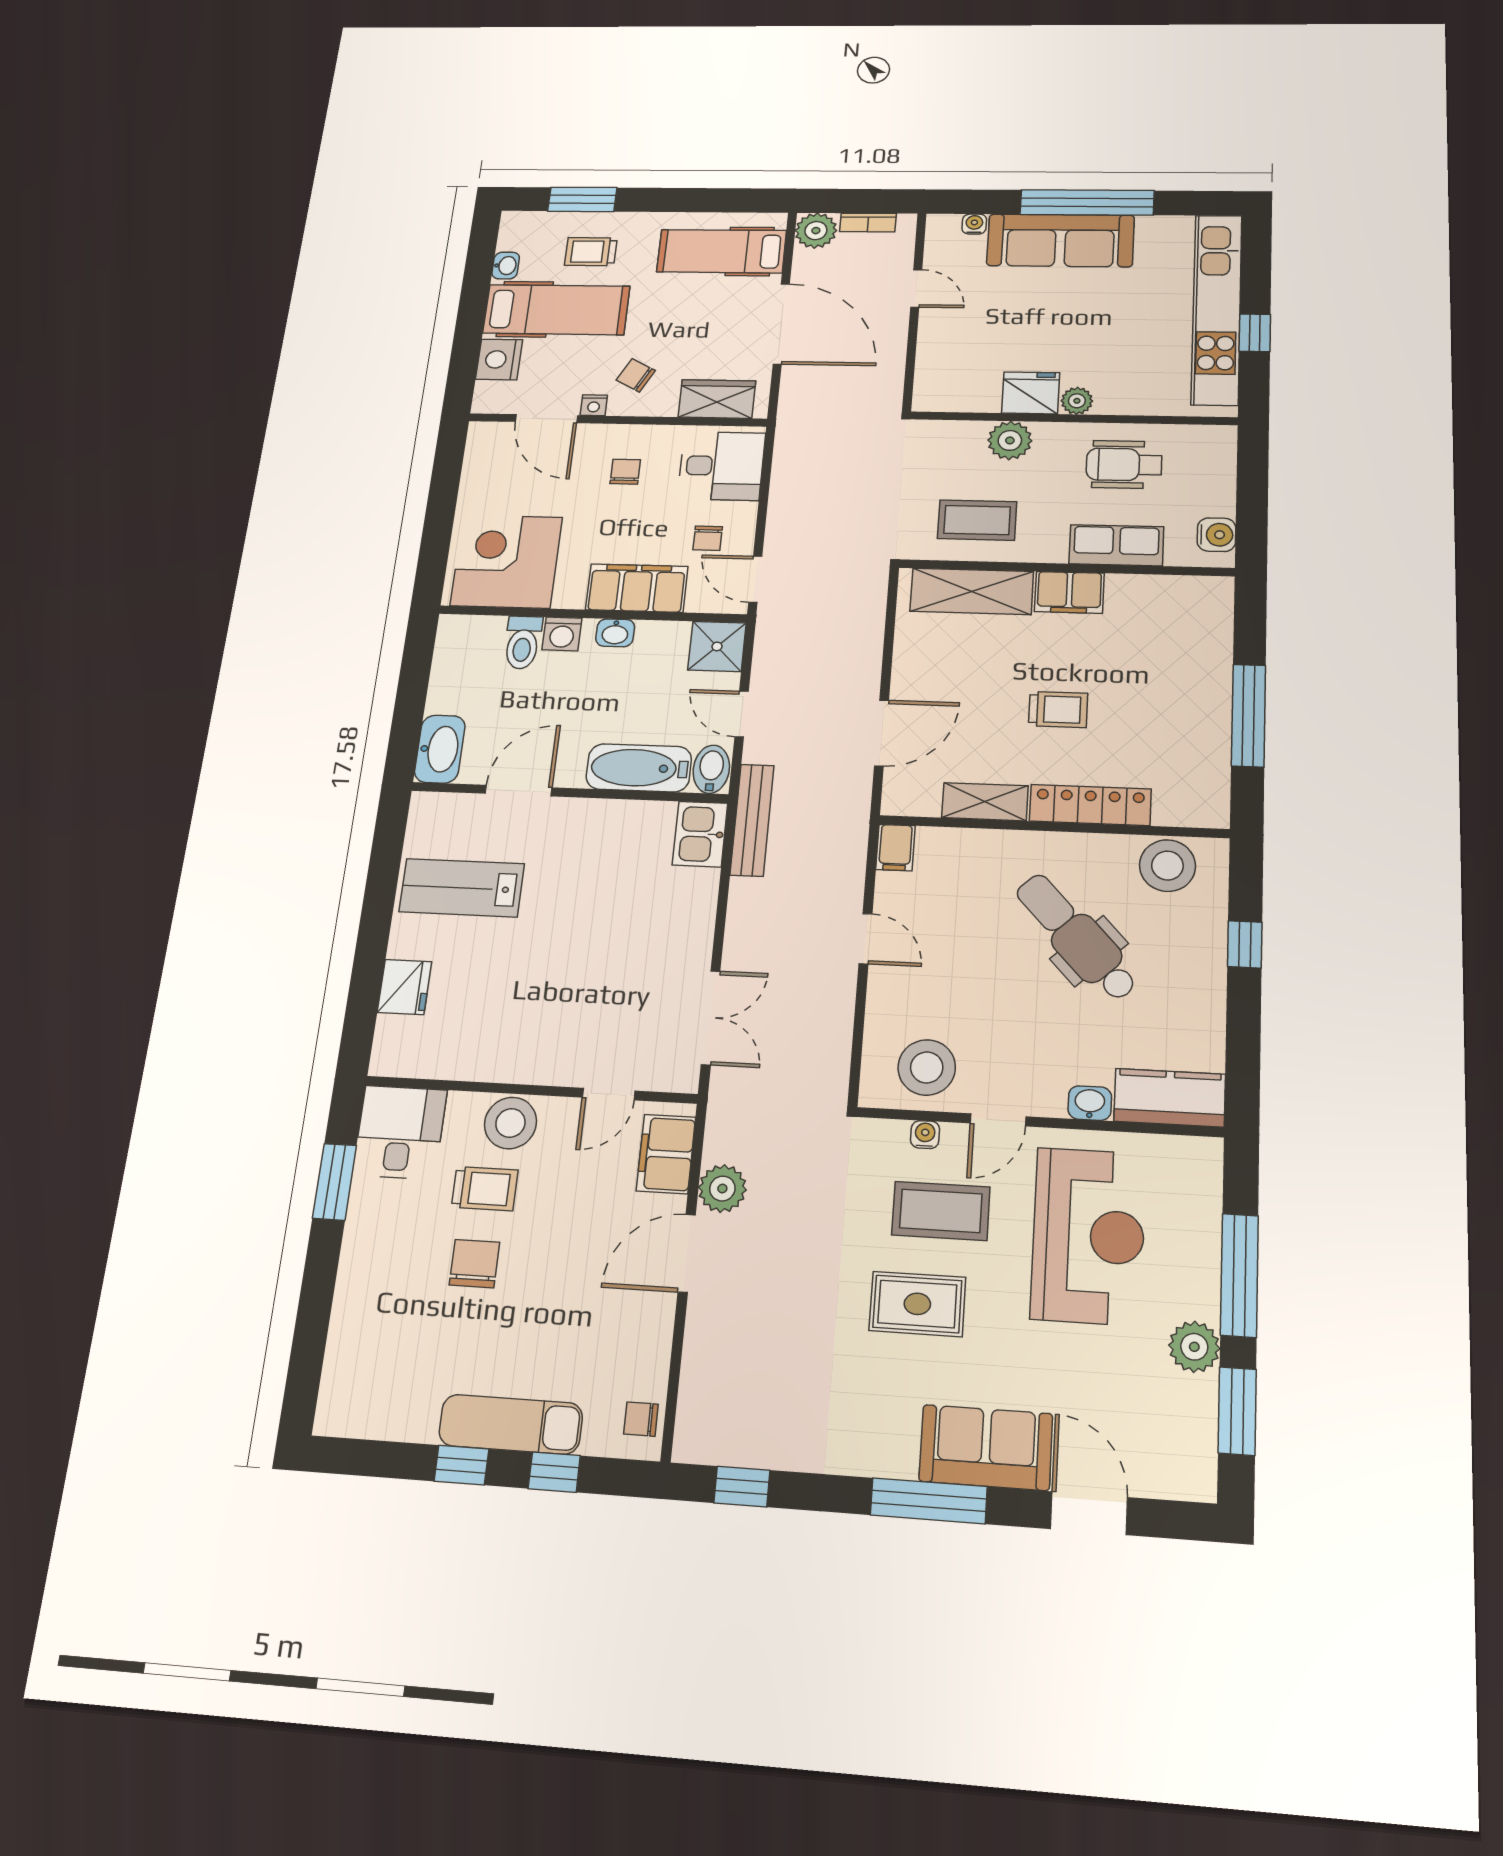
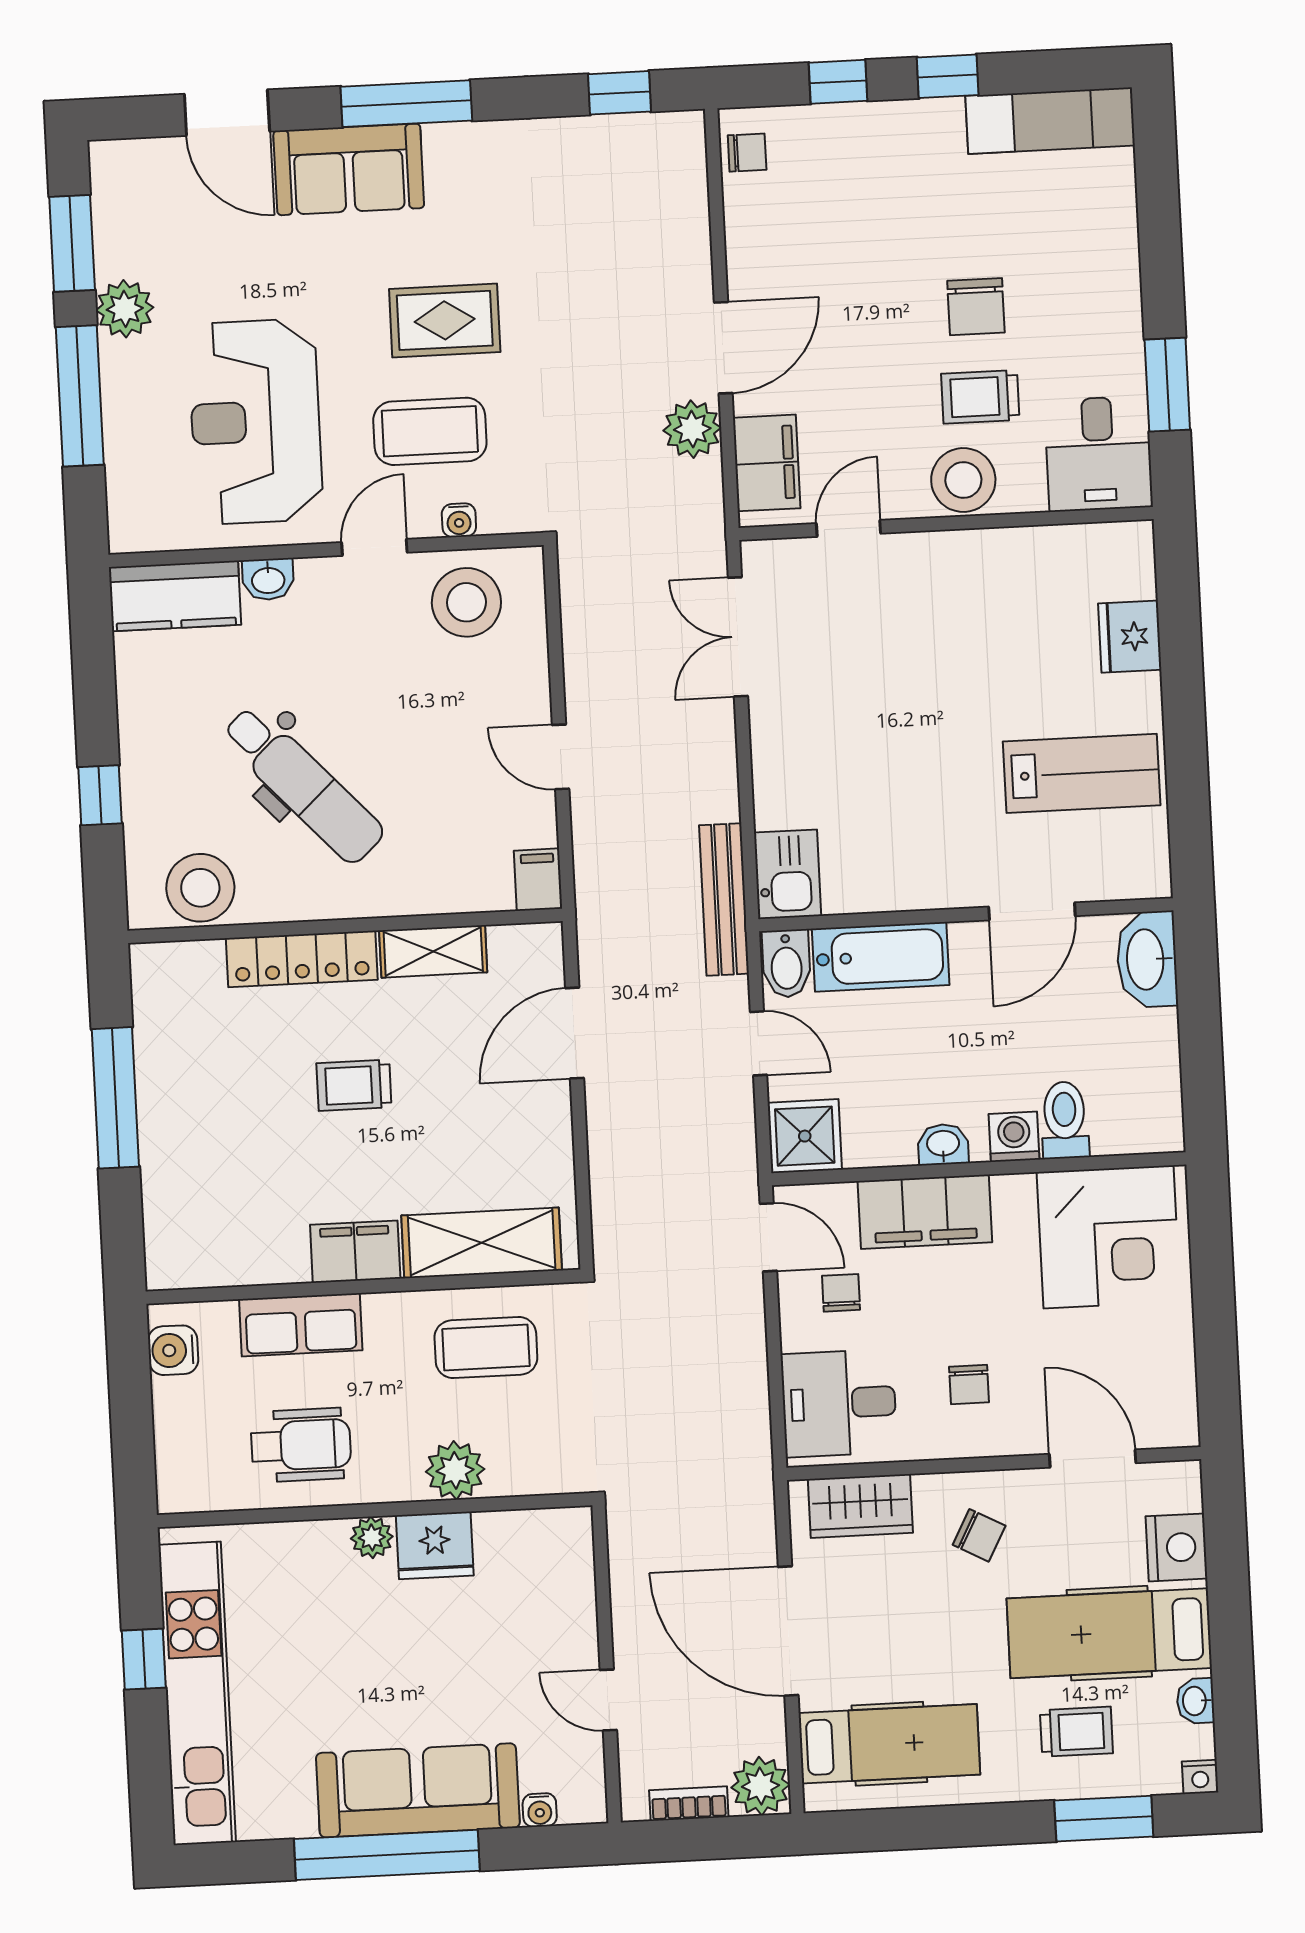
nightstand: (594, 405) -> (1200, 1777), moved, turned 180
exam couch: (511, 1424) -> (1050, 121), moved

